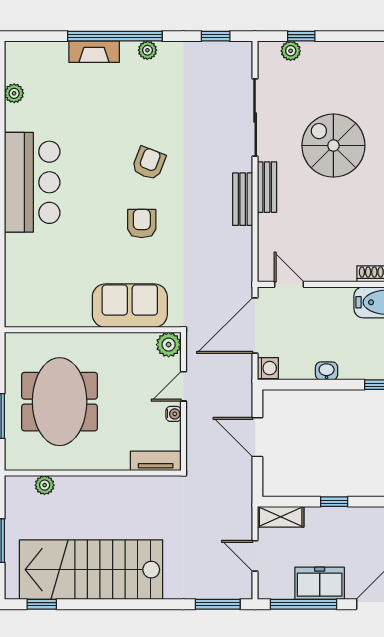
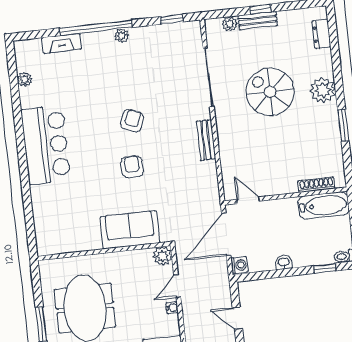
window: (301, 36) -> (260, 9), moved
fireplace: (94, 52) -> (62, 43), moved
bench: (267, 187) -> (258, 21), moved, turned 90
door: (257, 437) -> (237, 318), width x0.73

